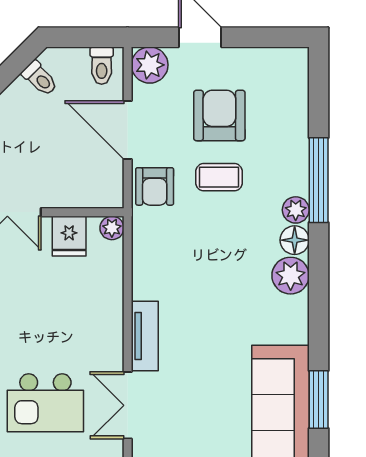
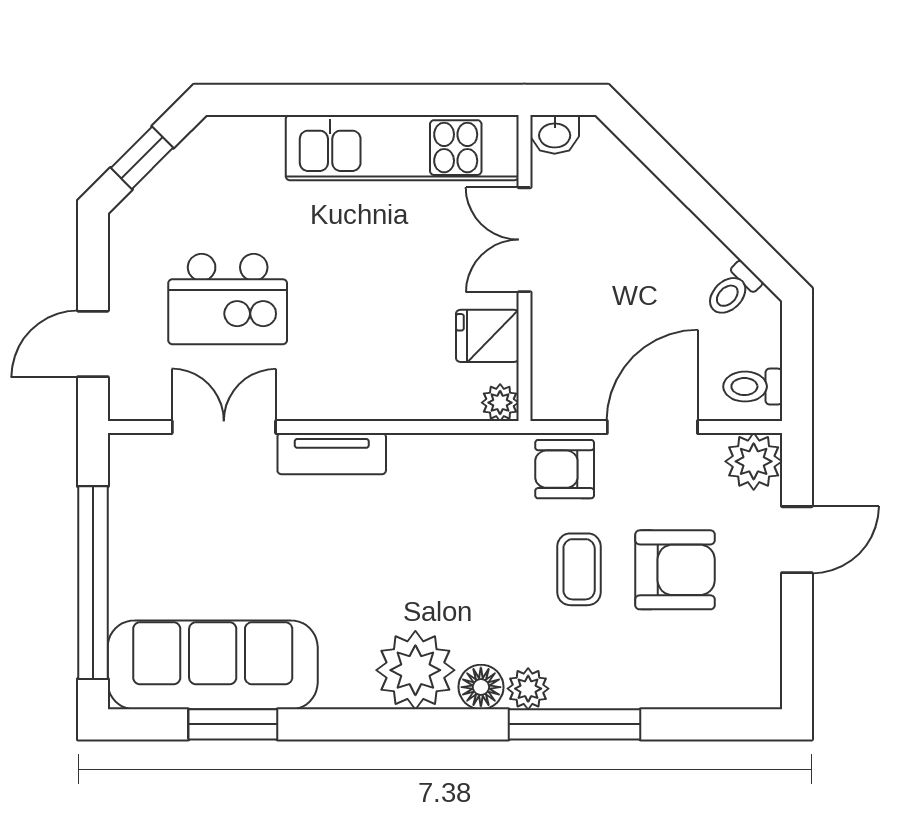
plant: (291, 276) -> (415, 670), width x1.36, depth x1.36
kitchen island: (45, 403) -> (228, 299), turned -90

